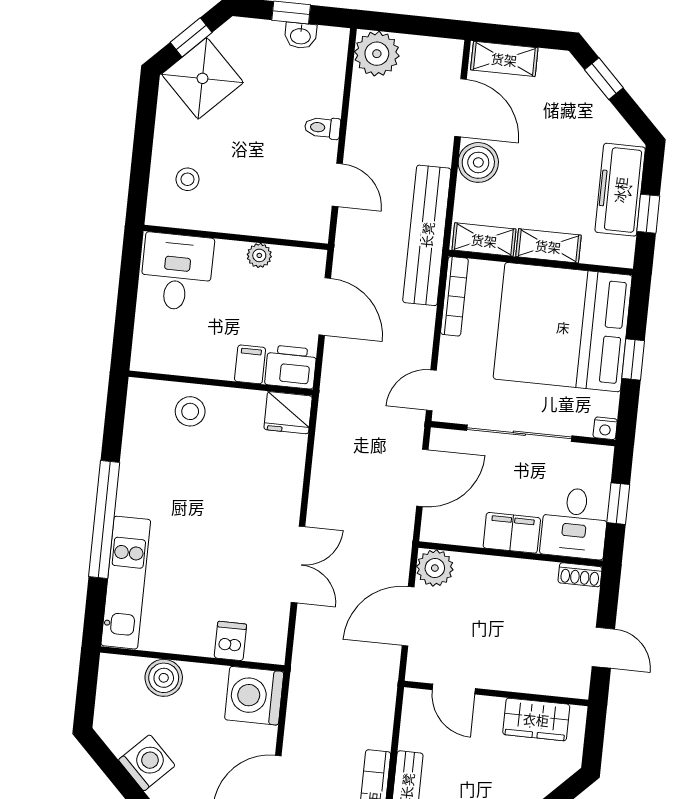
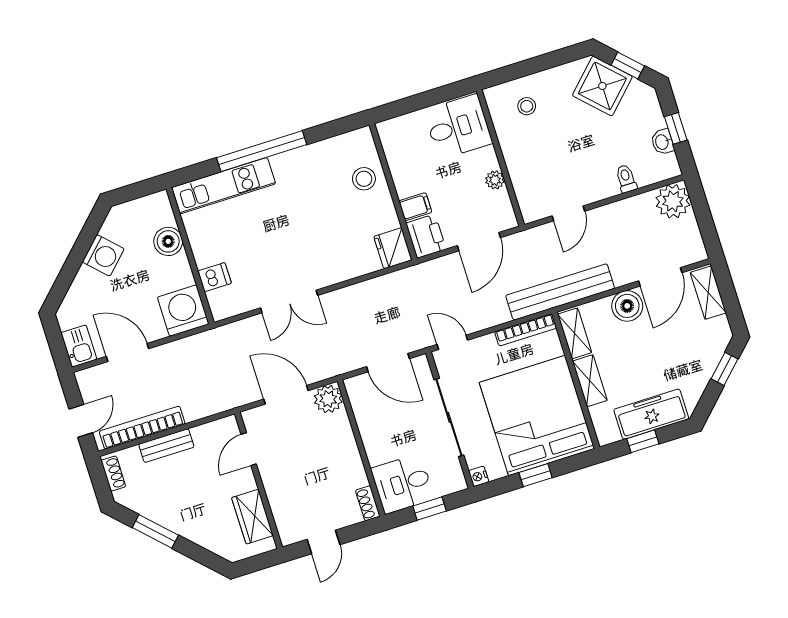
toilet: (322, 128) -> (626, 179), moved
filing cabinet: (512, 533) -> (376, 442), removed

